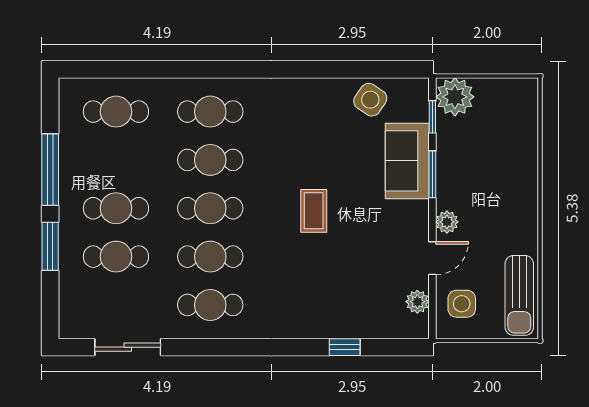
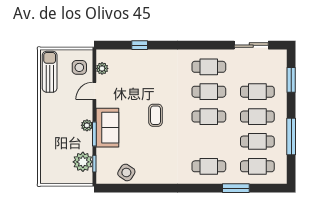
window: (158, 69) -> (236, 188), added
plant: (455, 97) -> (83, 162), moved
cafe table: (210, 160) -> (257, 141), moved
sofa: (407, 161) -> (107, 128), moved
plant: (447, 222) -> (87, 125), moved
window: (50, 246) -> (291, 80), moved

